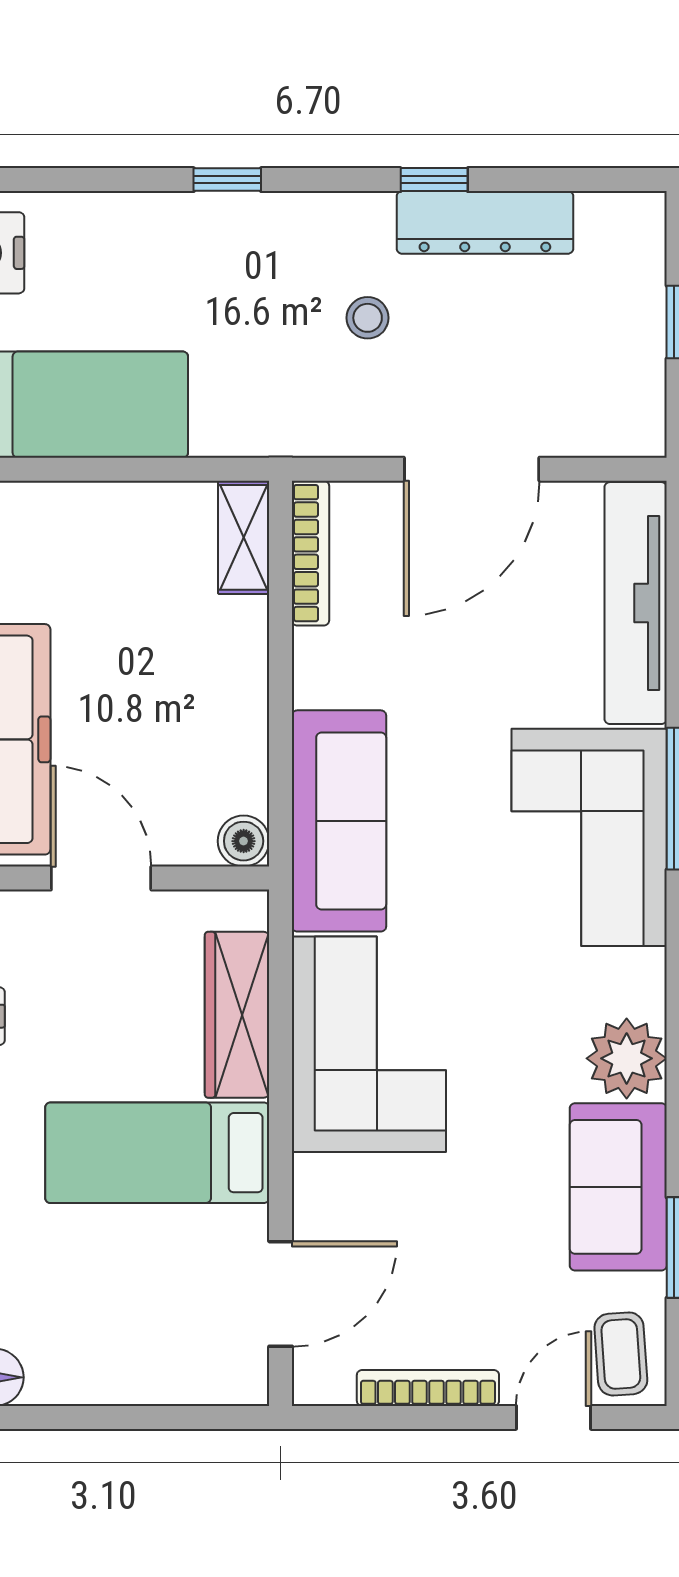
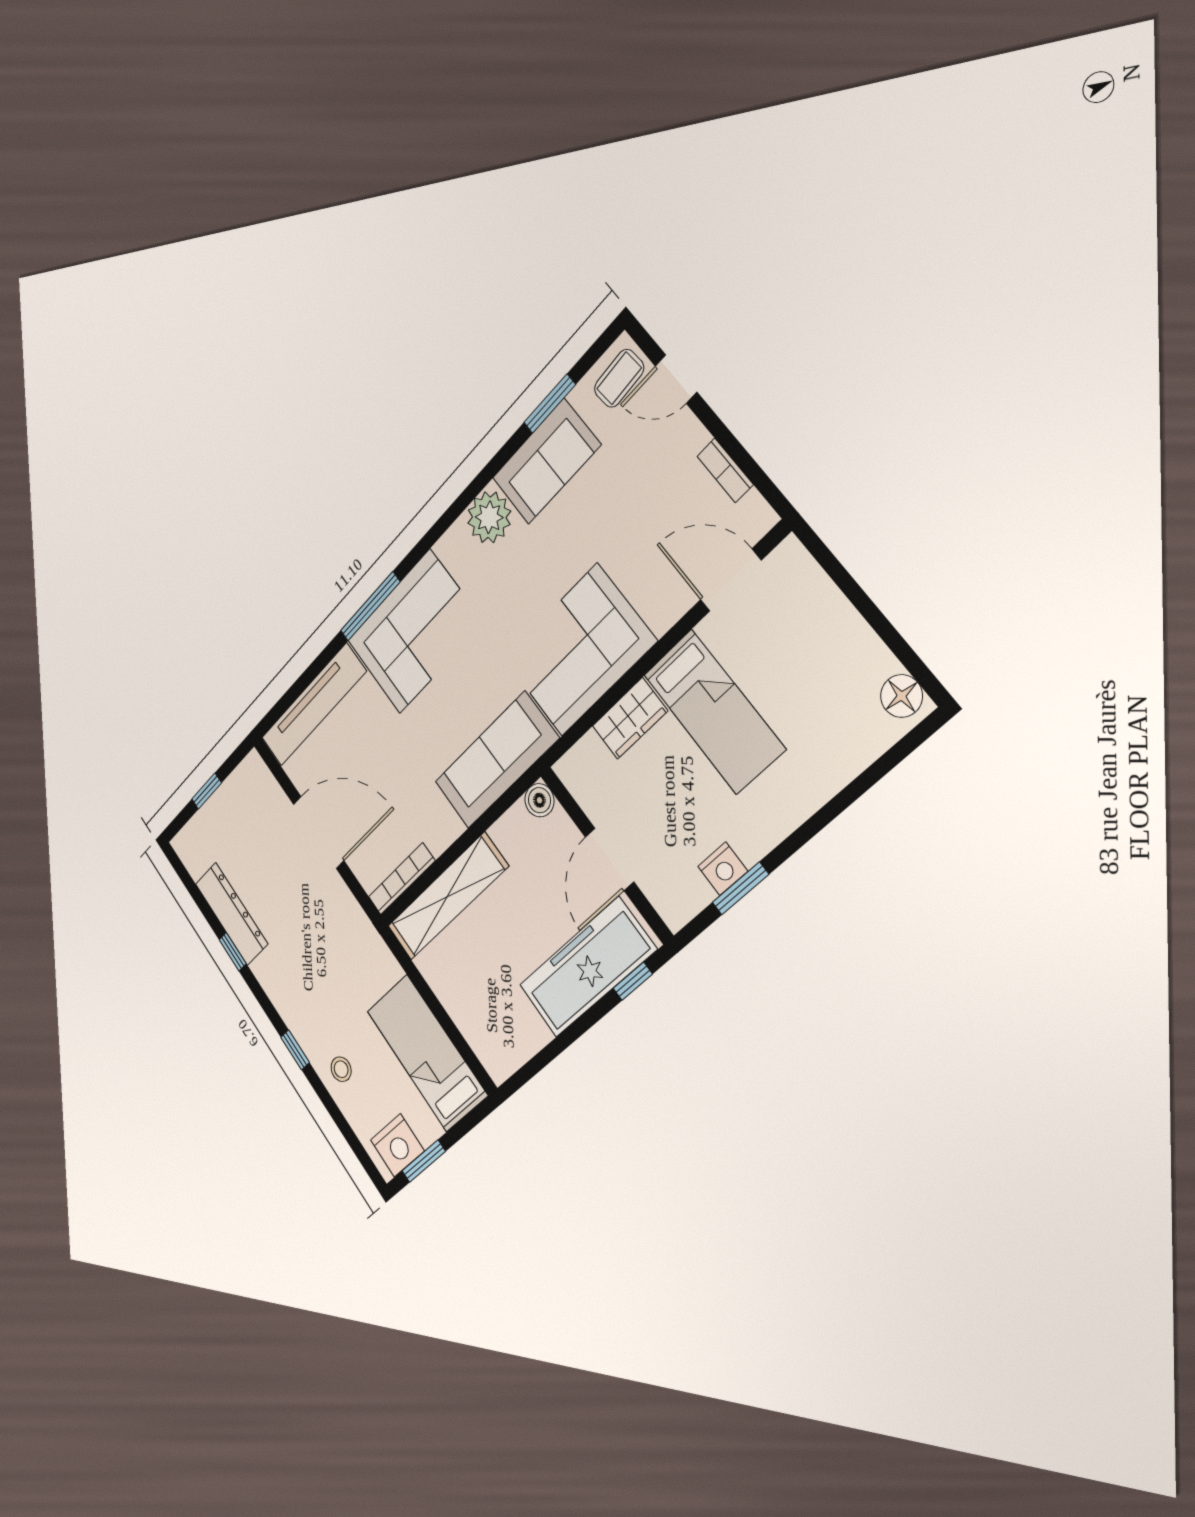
stool: (368, 318) -> (341, 1069), moved
shelving: (244, 537) -> (447, 897), width x2.20, depth x1.33
wardrobe: (237, 1015) -> (630, 718), width x0.67
bookcase: (428, 1388) -> (725, 470), width x0.64

